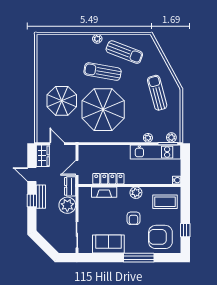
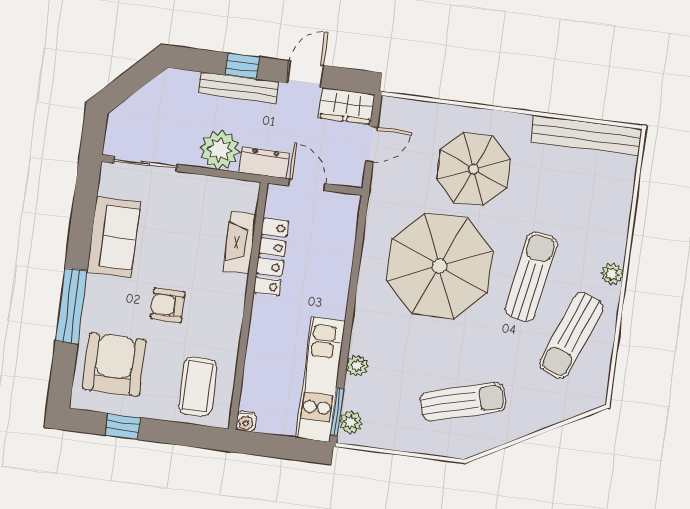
bench: (42, 57) -> (586, 135), added
plant: (136, 193) -> (229, 319), removed
bench: (41, 197) -> (238, 88), width x1.36

